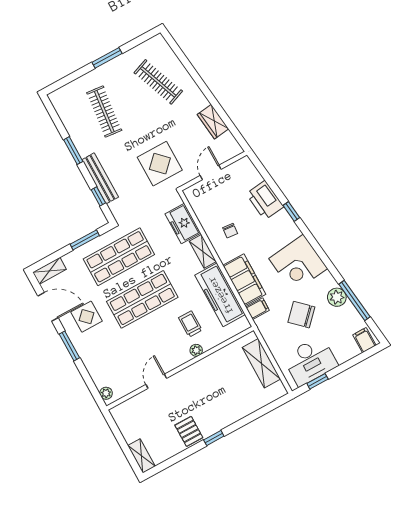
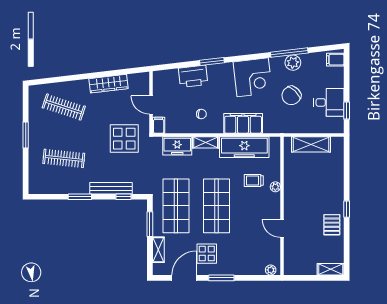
clothes rail: (158, 82) -> (64, 107), turned 39
wardrobe: (213, 122) -> (108, 84), width x1.50
window: (291, 212) -> (212, 62), width x1.50
shelving: (50, 271) -> (158, 250), moved
window: (355, 301) -> (289, 53), moved
filing cabinet: (258, 309) -> (159, 125), moved
desk: (310, 361) -> (329, 102), width x0.73
pallet: (189, 431) -> (332, 225), turned 90

